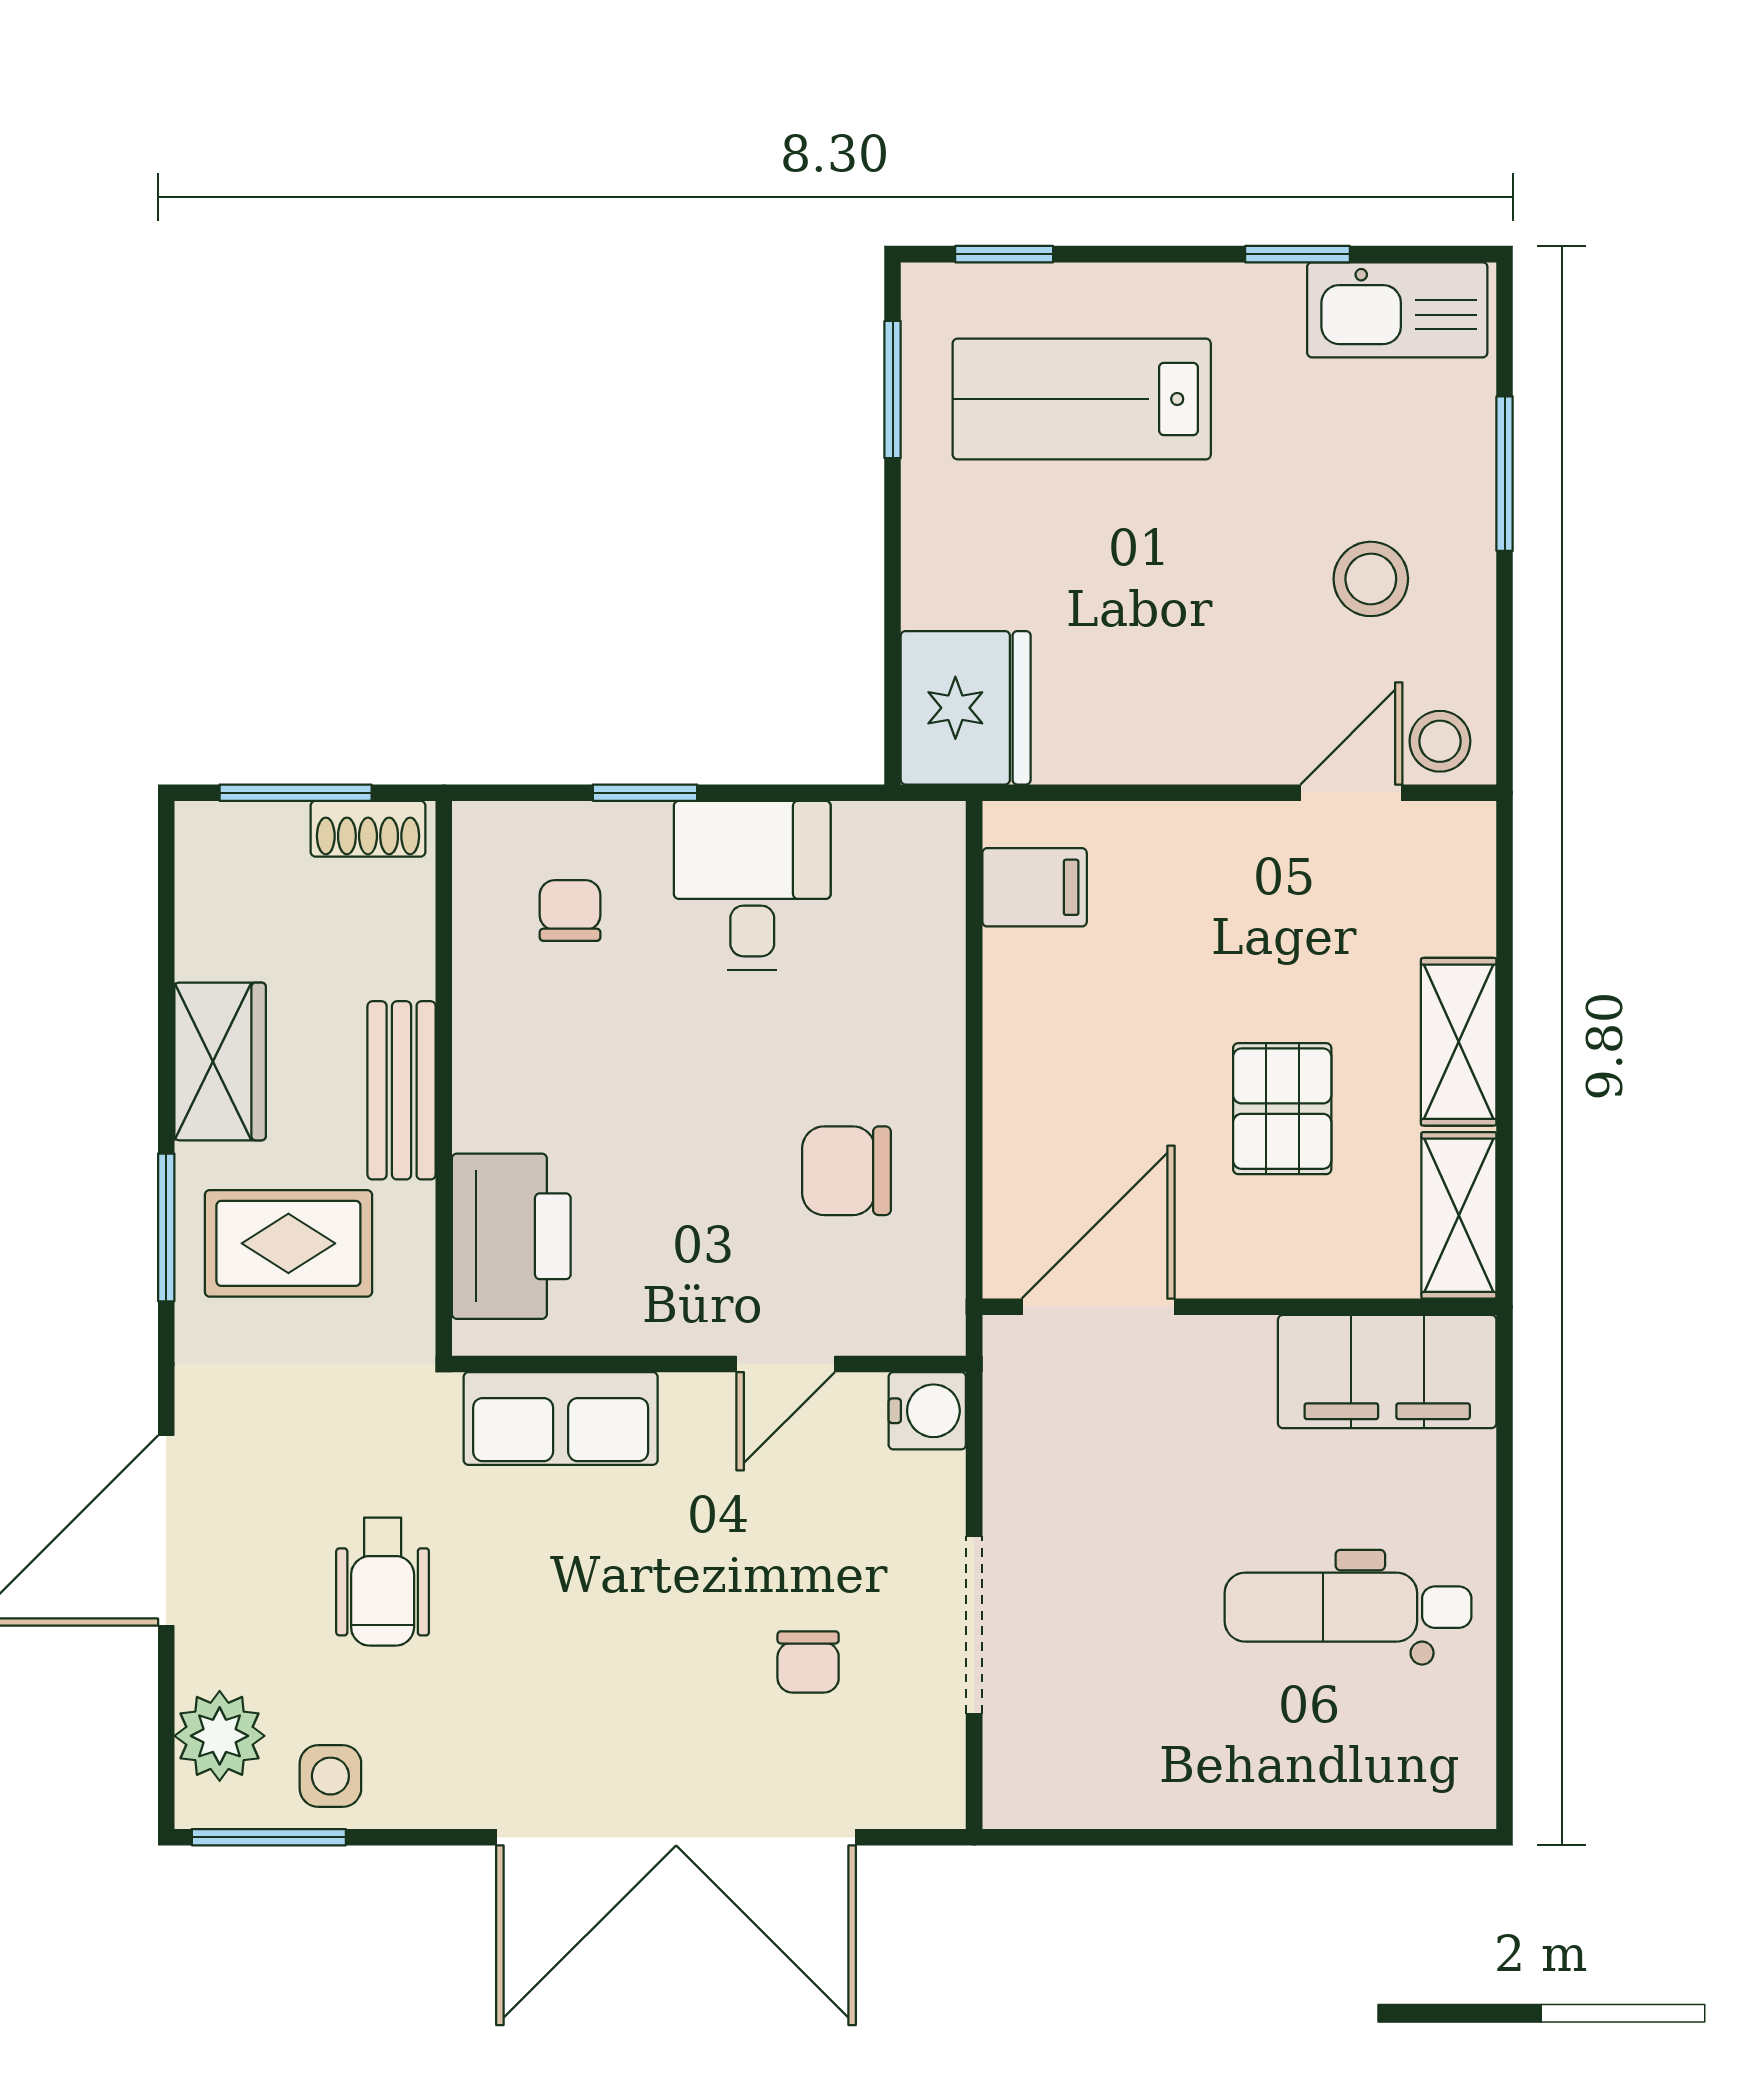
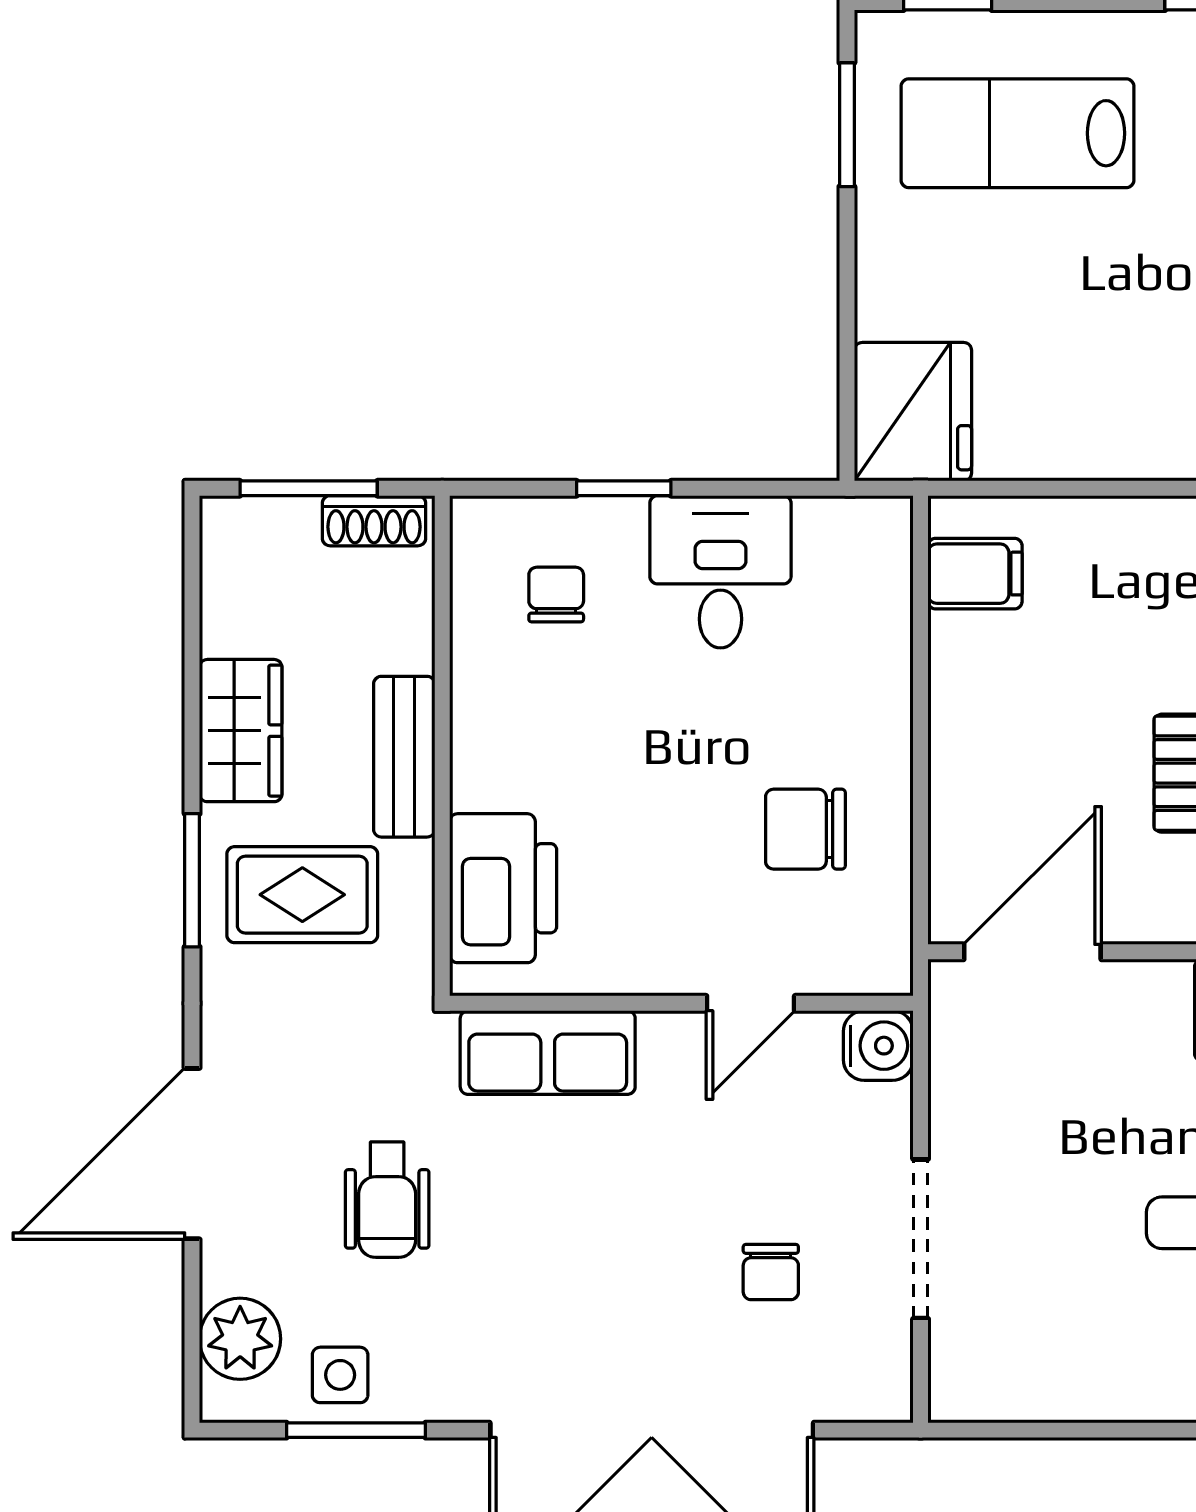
window: (269, 1837) -> (356, 1430), moved

